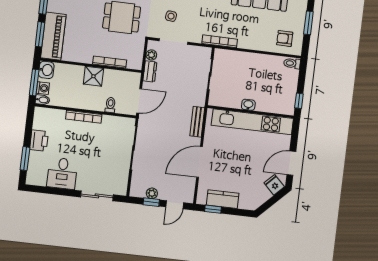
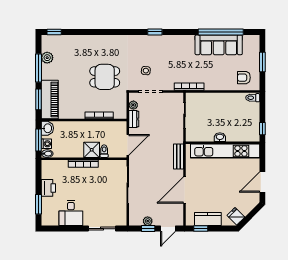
shower: (93, 76) -> (92, 150), moved
fridge: (274, 185) -> (236, 216), moved

